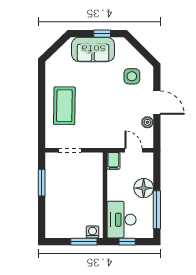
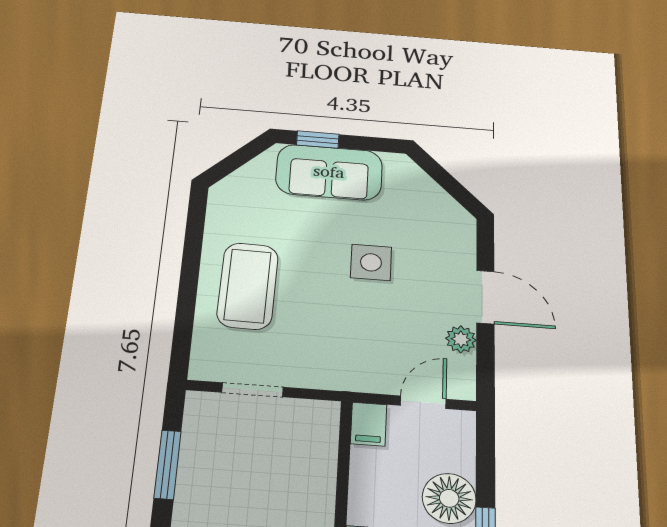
window: (102, 34) -> (318, 140), moved
side table: (132, 76) -> (371, 262), moved
door: (133, 150) -> (423, 402), hinge flipped

